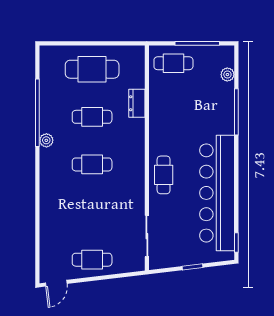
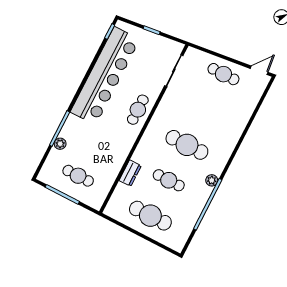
cafe table: (173, 63) -> (78, 176), moved
plant: (227, 75) -> (60, 144), moved
cafe table: (92, 164) -> (187, 145), width x1.37, depth x1.35

